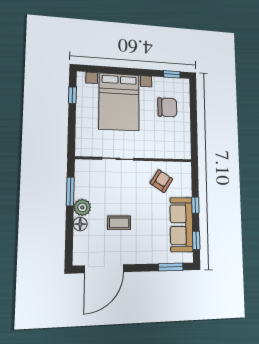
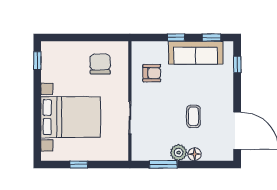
window: (72, 95) -> (79, 164), moved
chair: (167, 107) -> (100, 64), moved
armchair: (161, 181) -> (152, 73), turned 147
window: (171, 267) -> (237, 64), width x0.67

